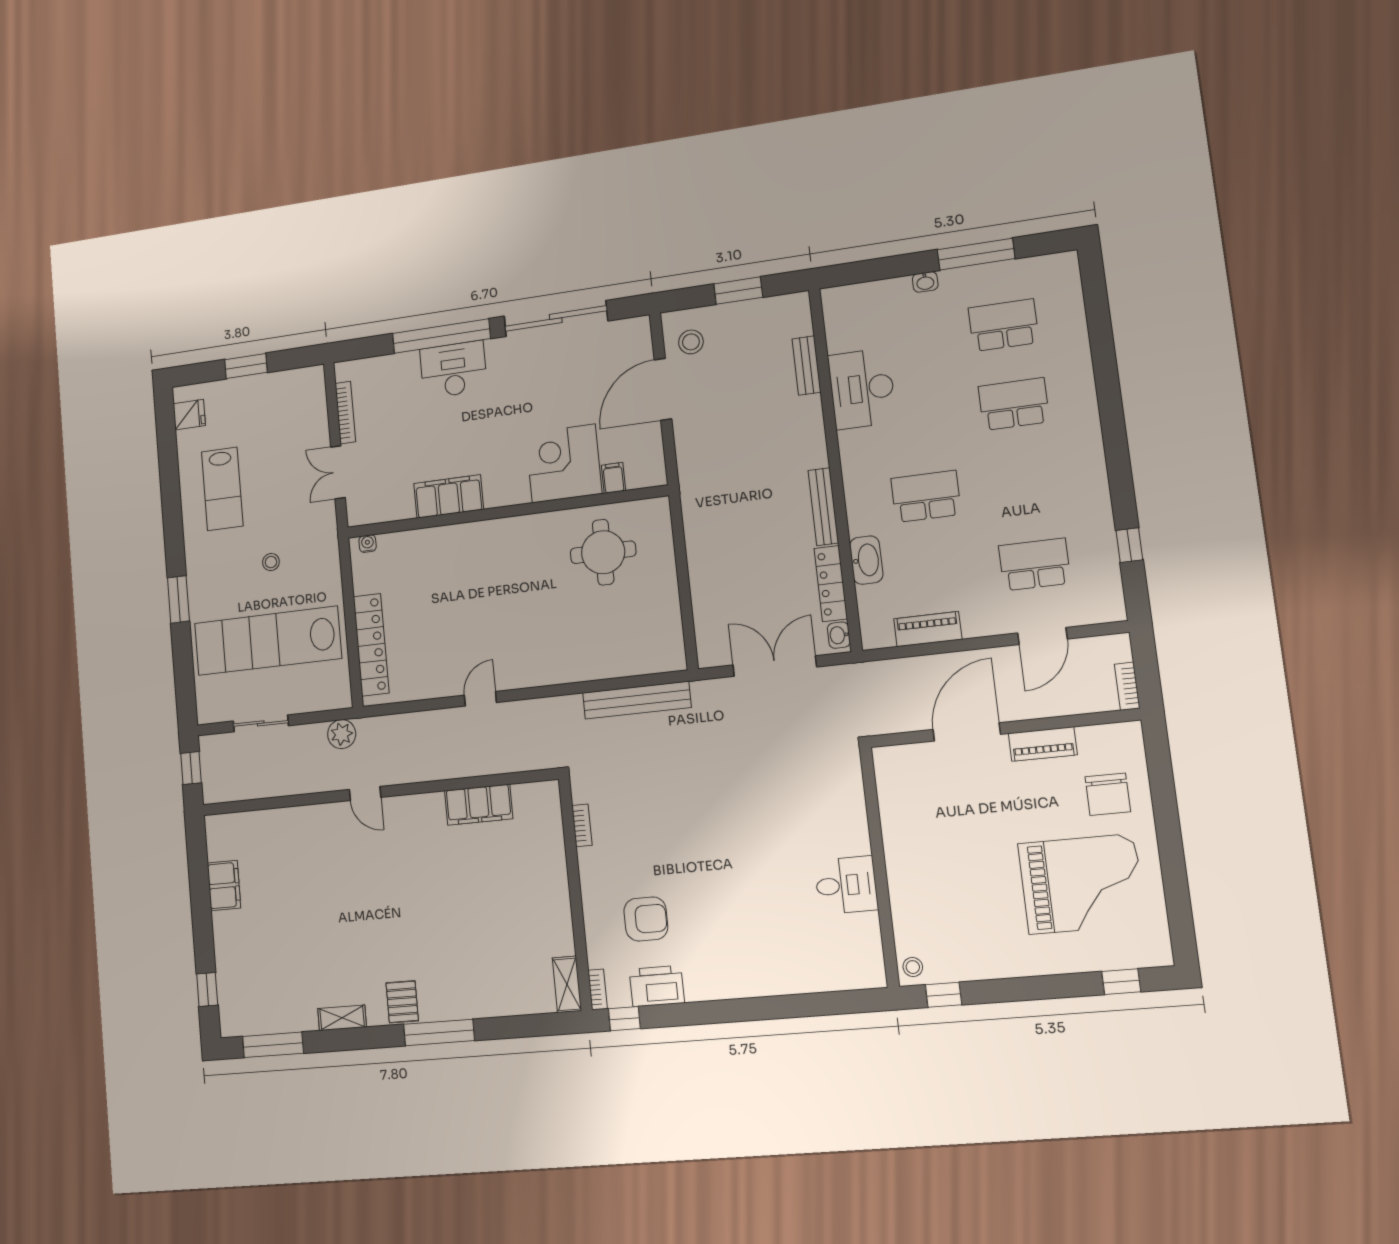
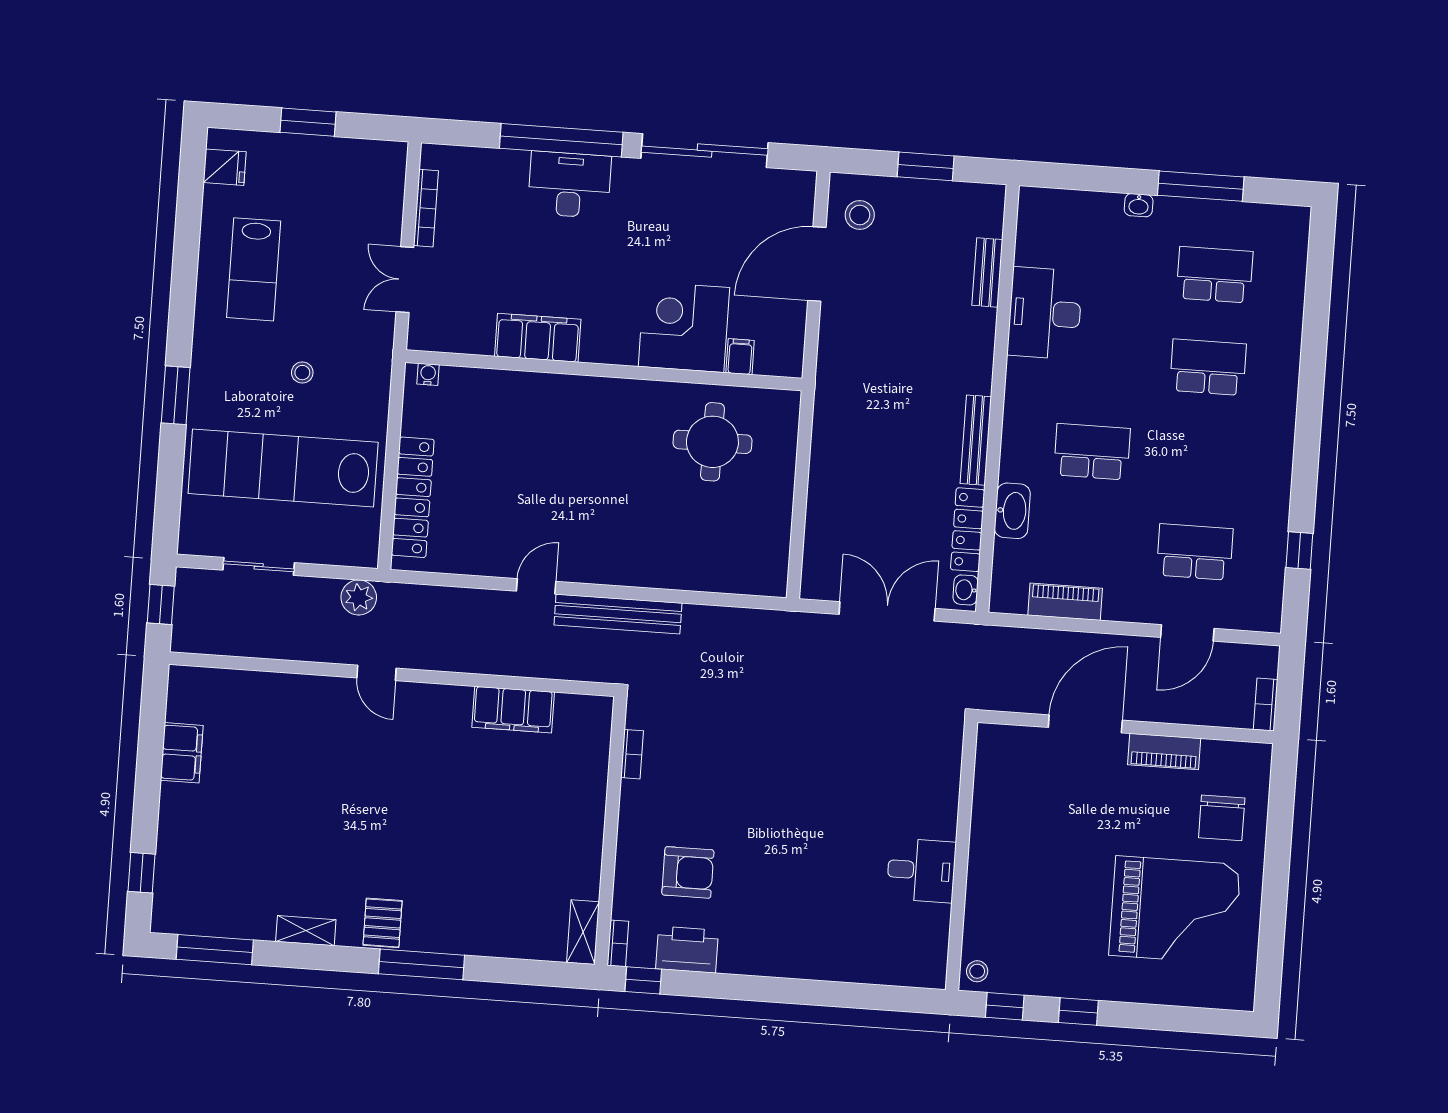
bench: (637, 700) -> (618, 614), moved
window: (1121, 982) -> (1078, 1012), moved

